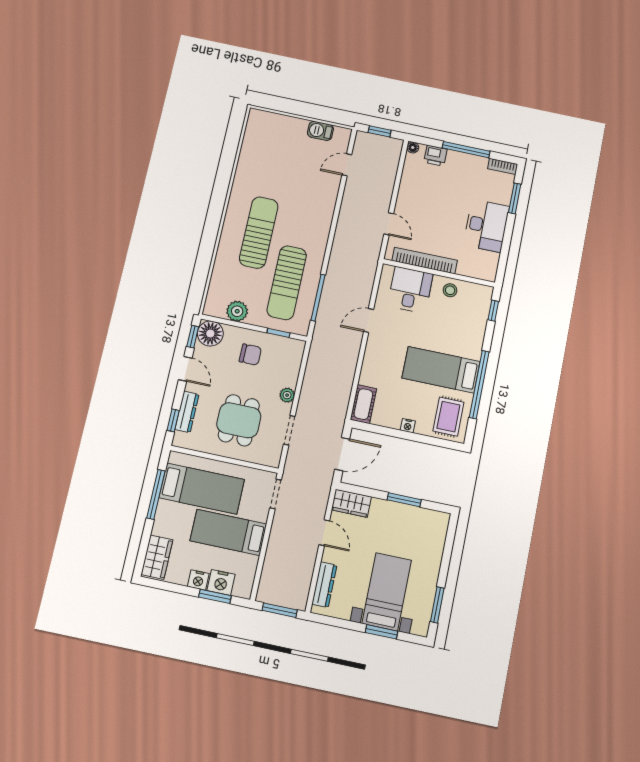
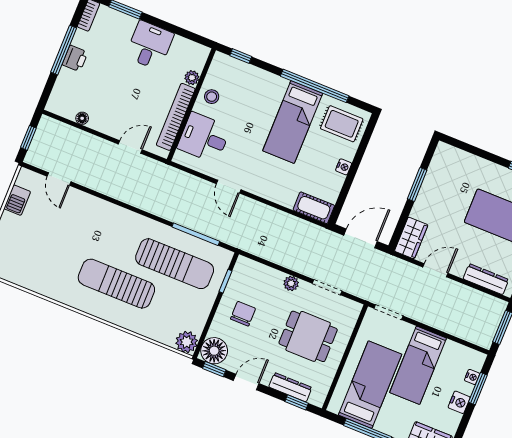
floor lamp: (413, 147) -> (82, 118), moved
printer: (435, 156) -> (75, 58), moved
desk: (486, 226) -> (150, 45), width x0.73
plant: (464, 269) -> (192, 78), added
plant: (237, 311) -> (187, 342), moved
door: (342, 454) -> (361, 238), hinge flipped
nightstand: (221, 582) -> (472, 377), width x0.53, depth x0.56

